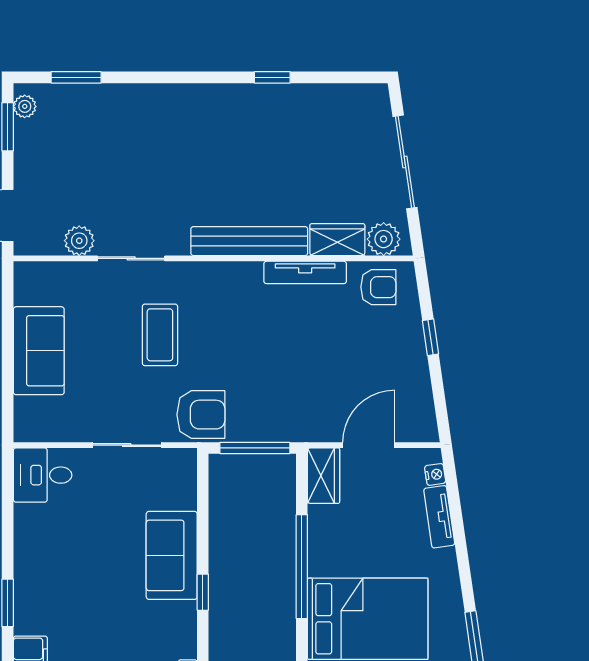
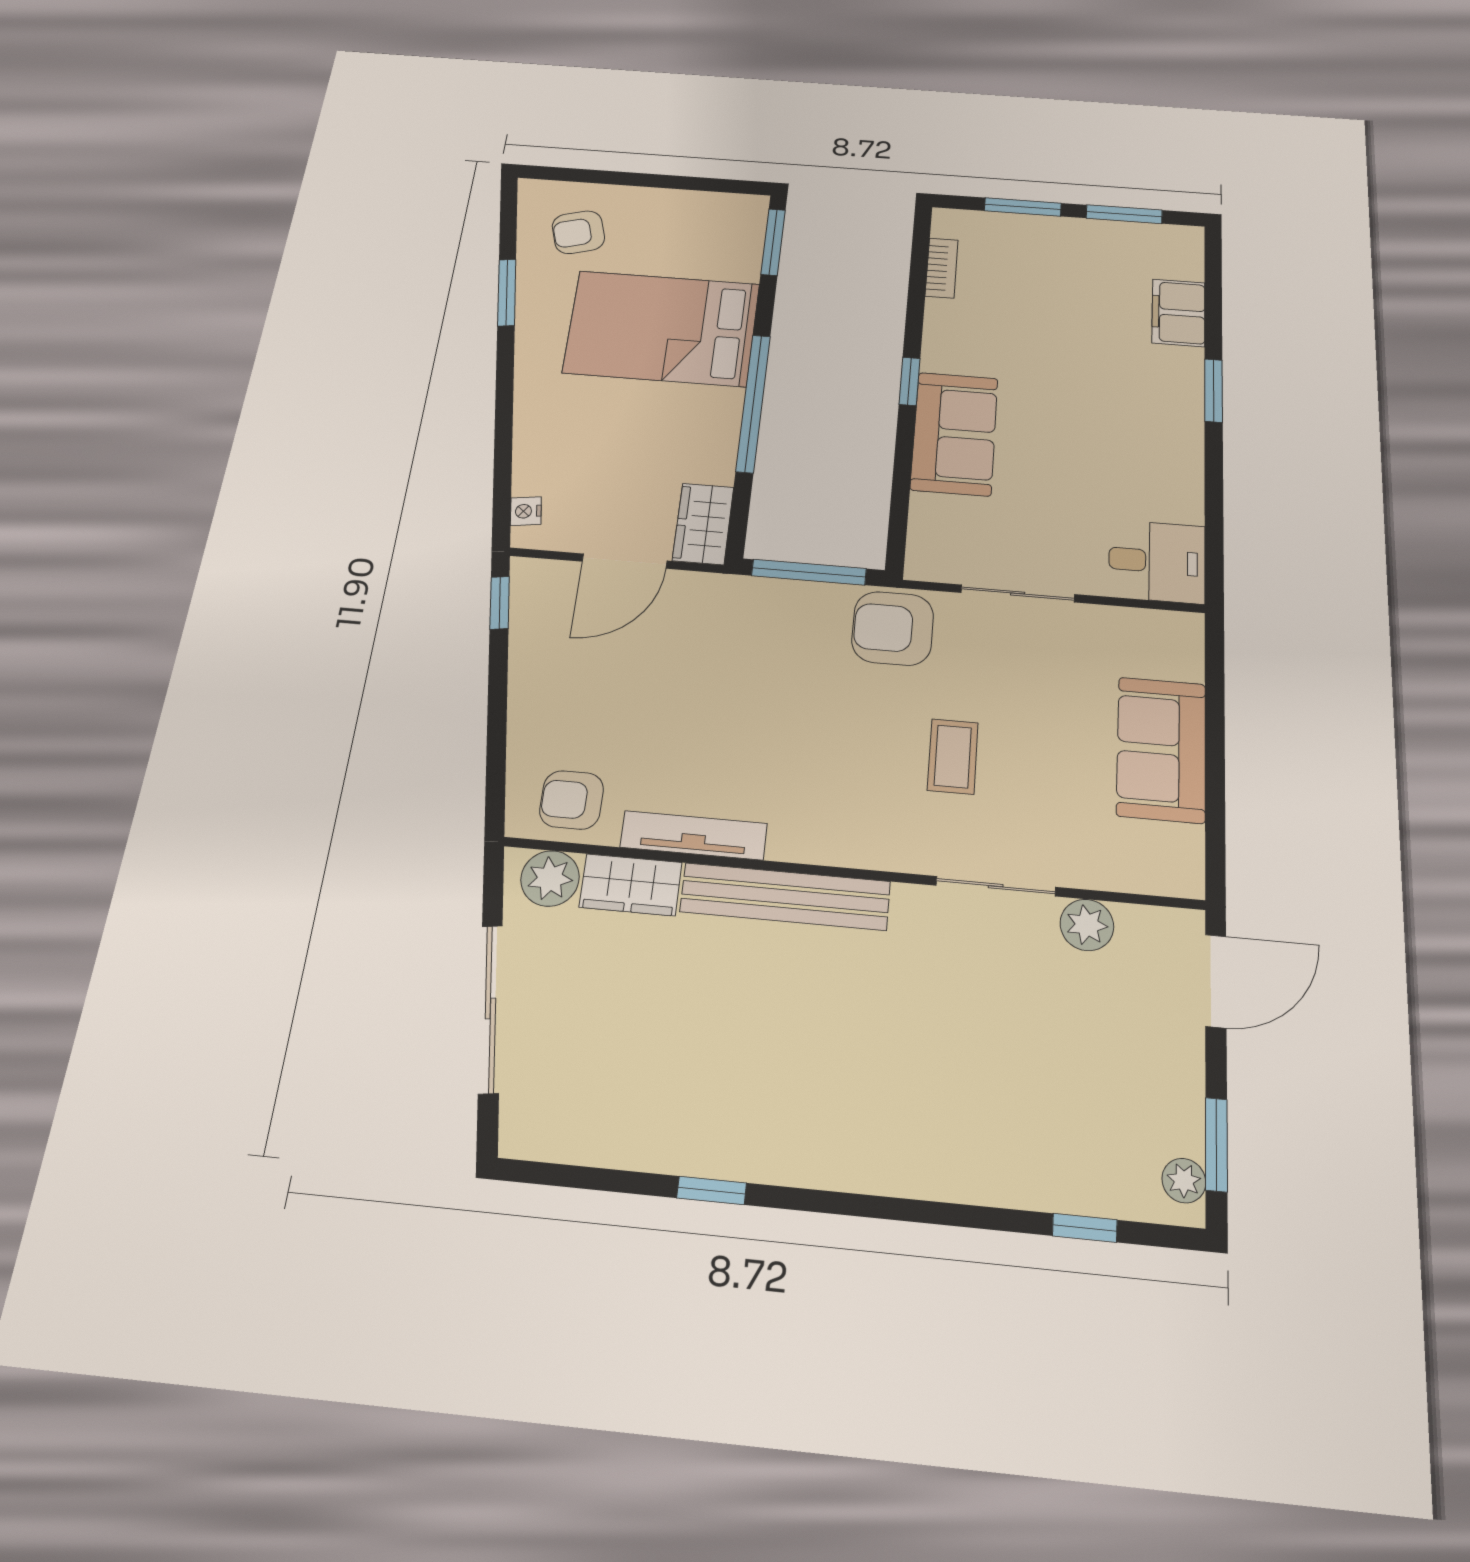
window: (76, 77) -> (1085, 1228), width x0.67
coffee table: (160, 335) -> (953, 756), width x0.73, depth x0.77
window: (430, 337) -> (500, 603), moved
tv unit: (439, 517) -> (530, 453), removed

